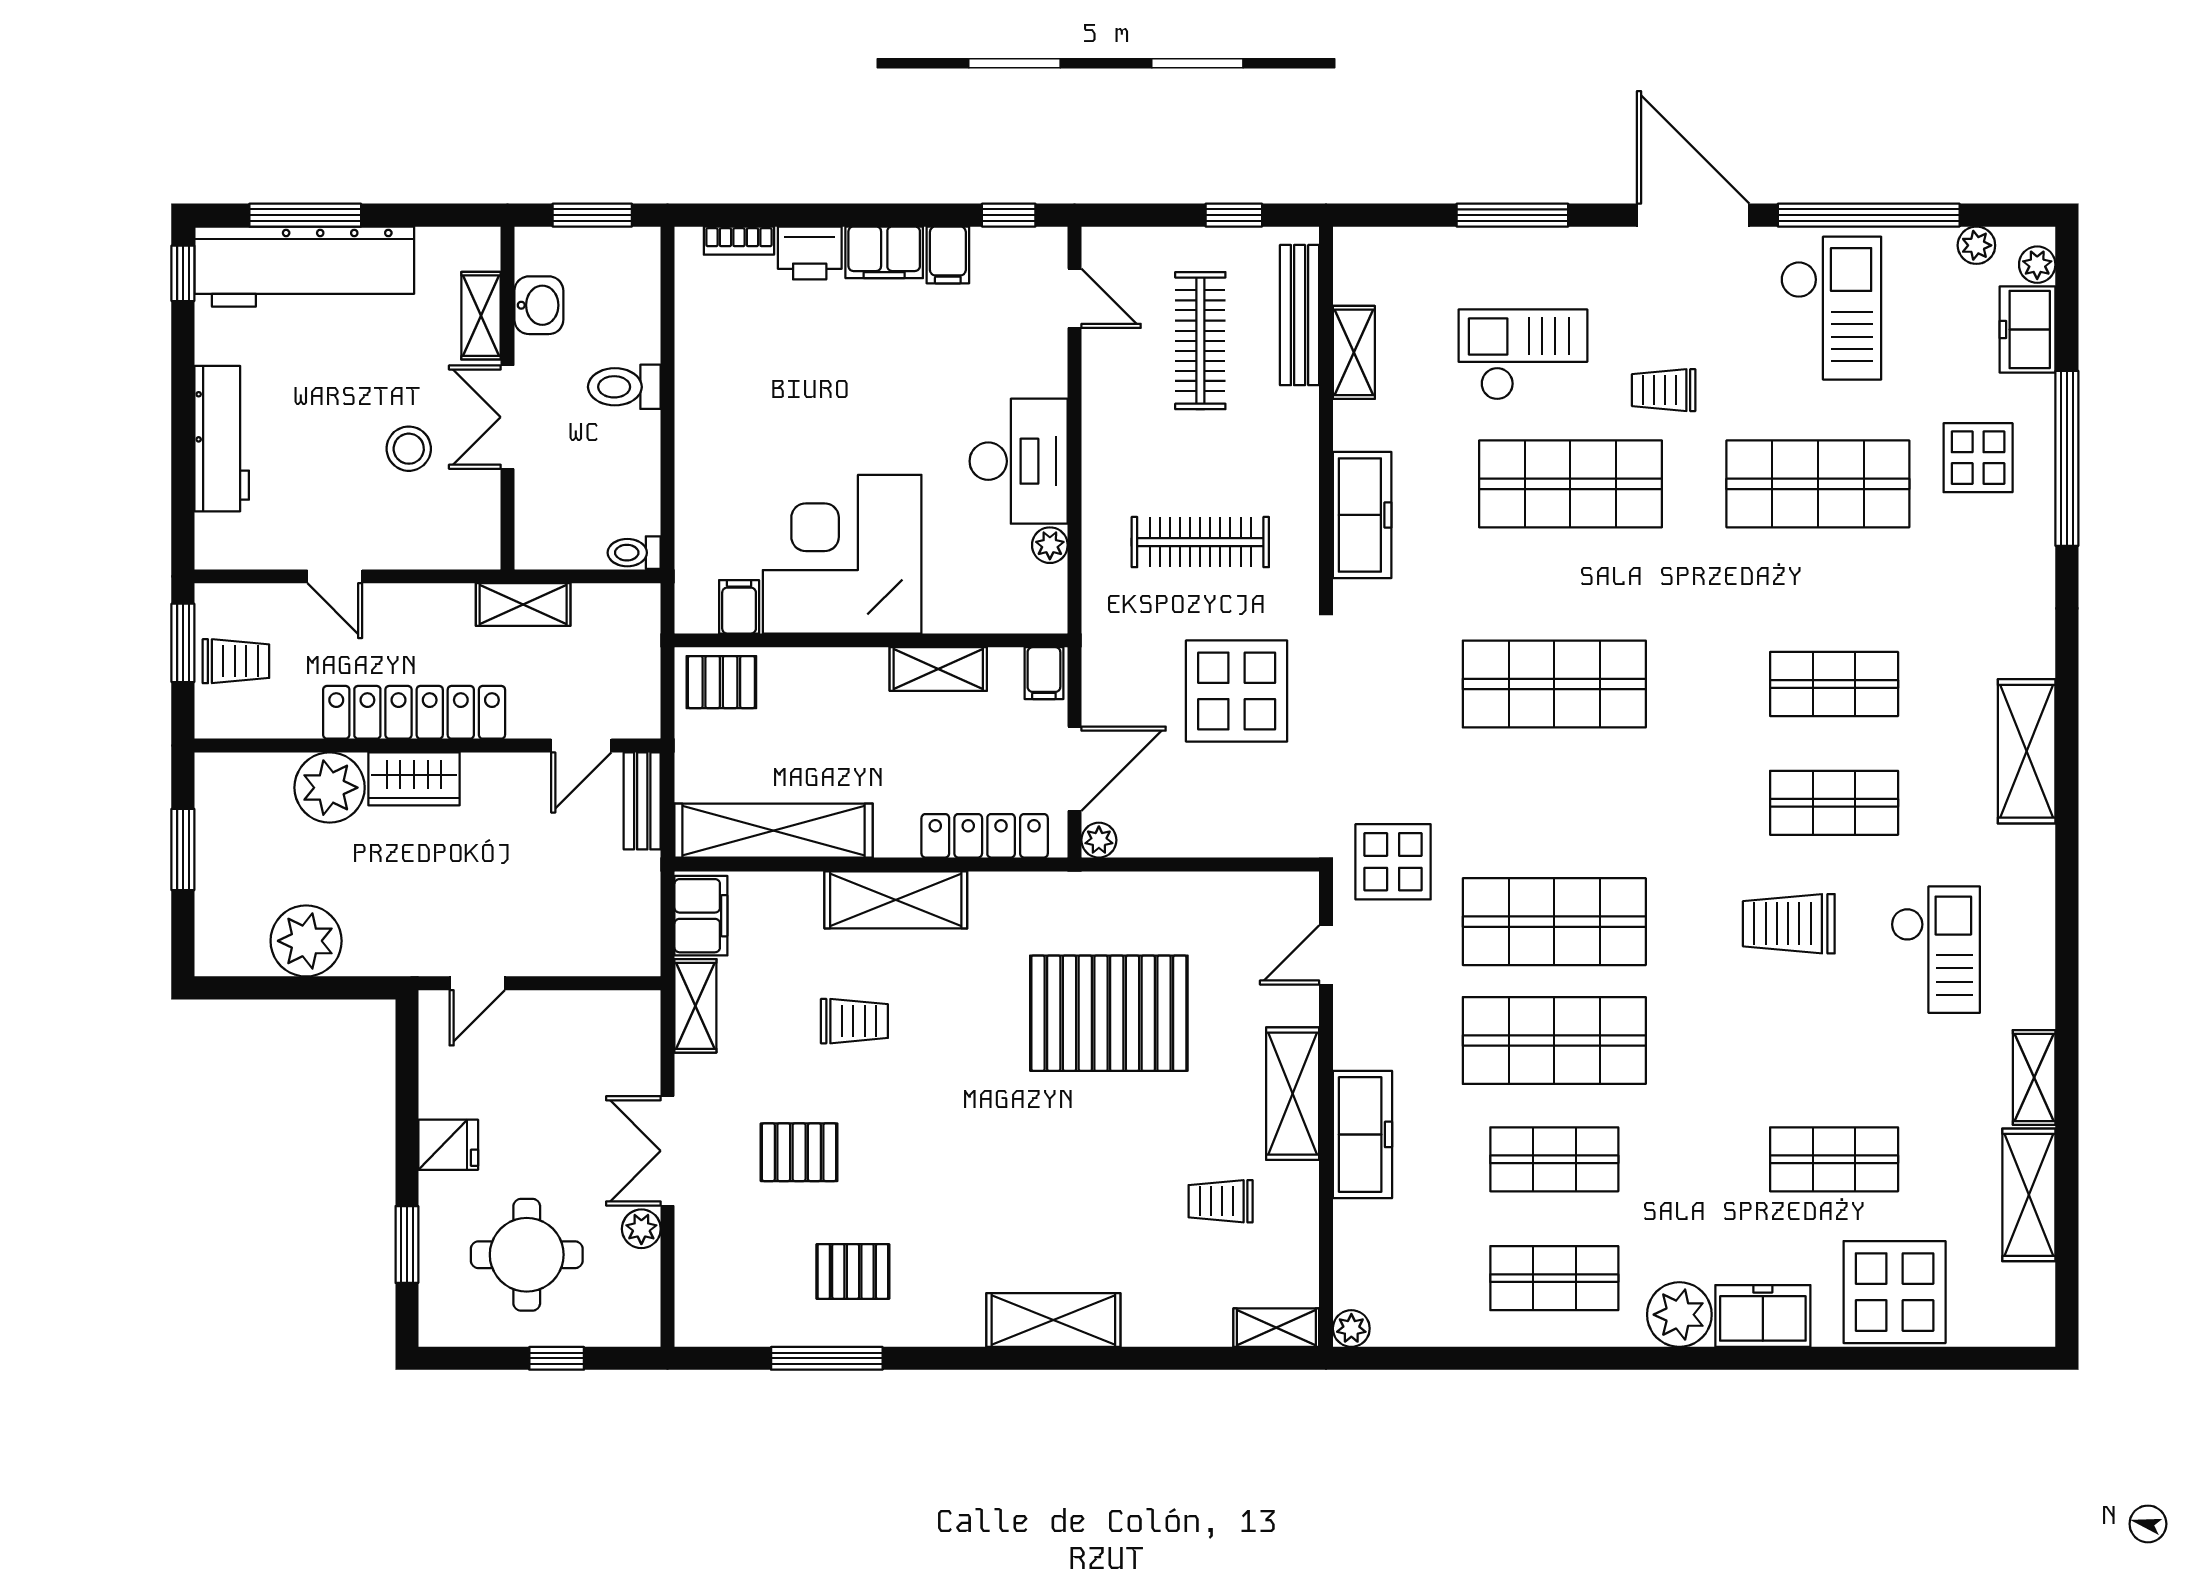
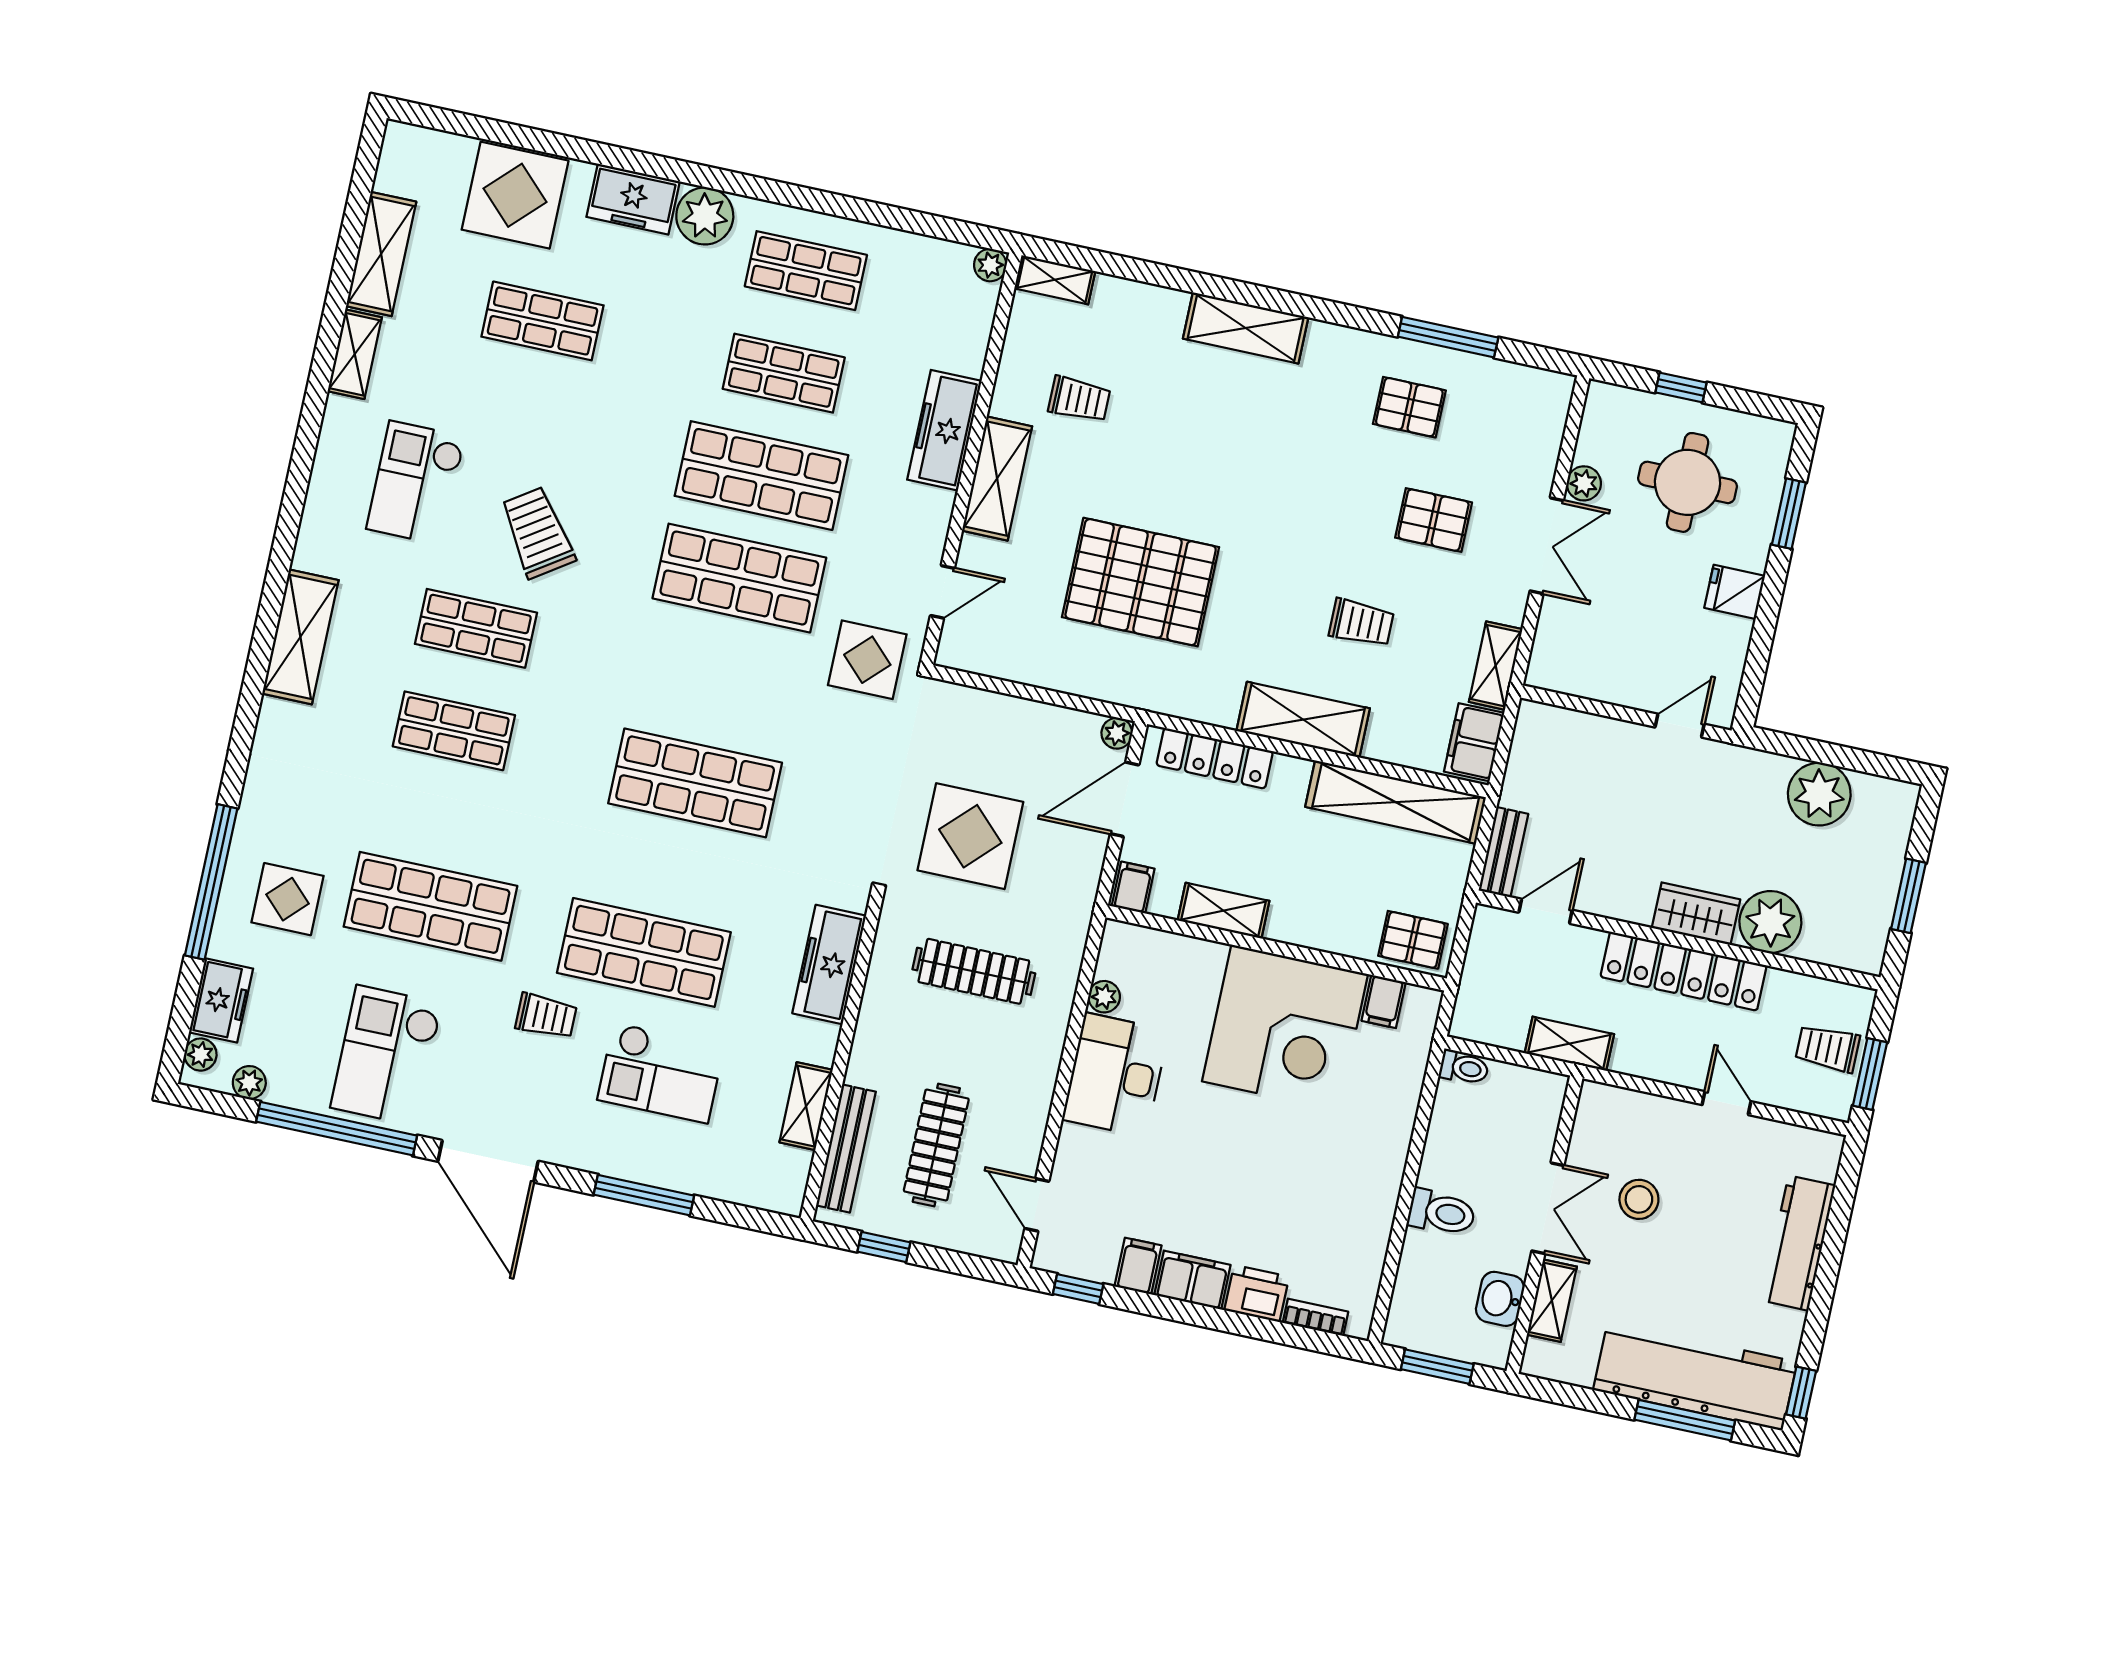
trolley: (1789, 924) -> (538, 532), turned -124
trolley: (854, 1021) -> (1361, 623), turned 180

